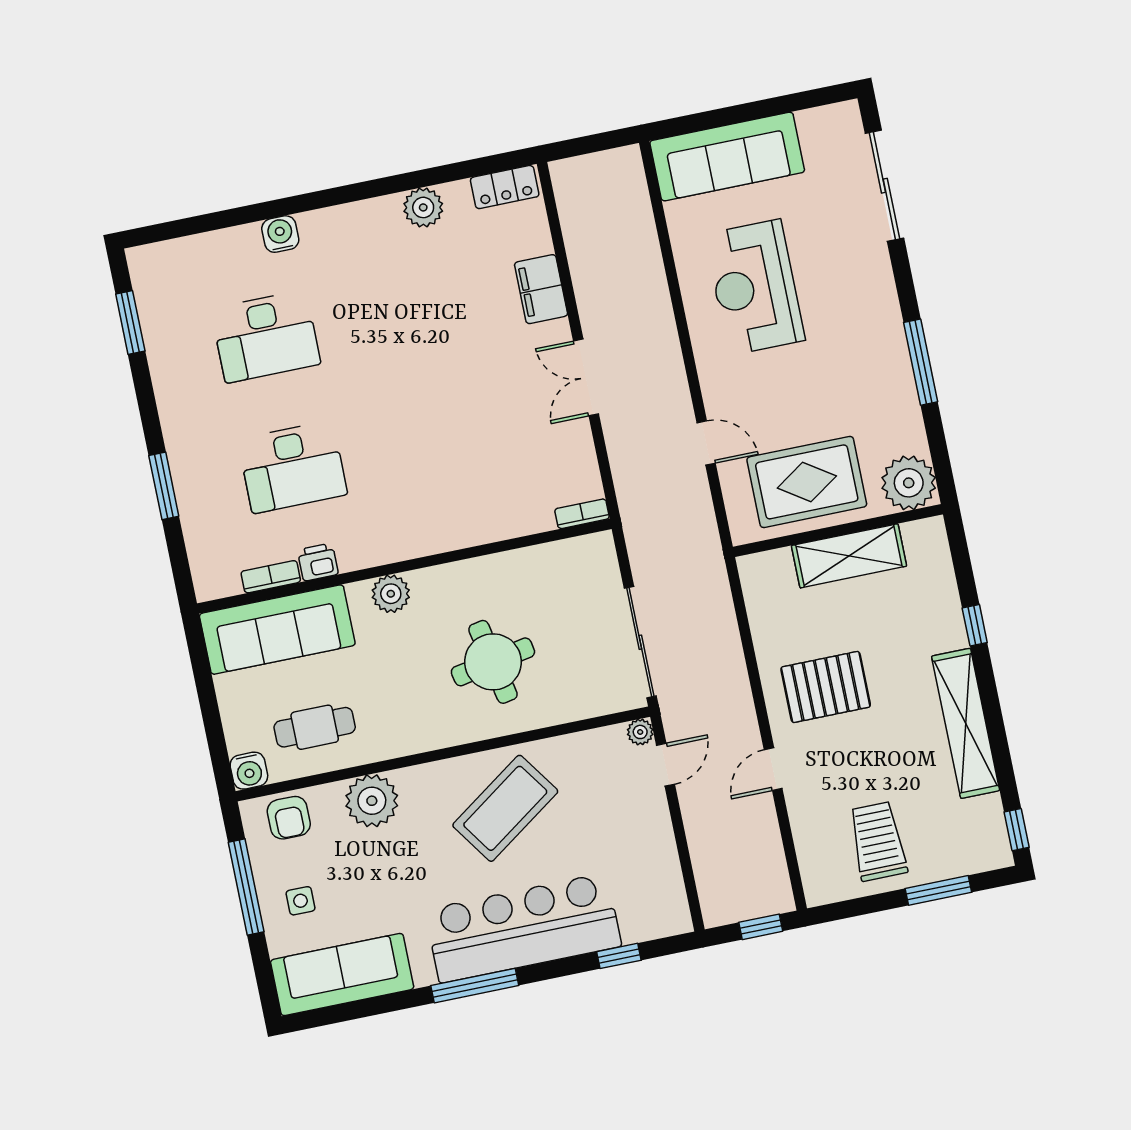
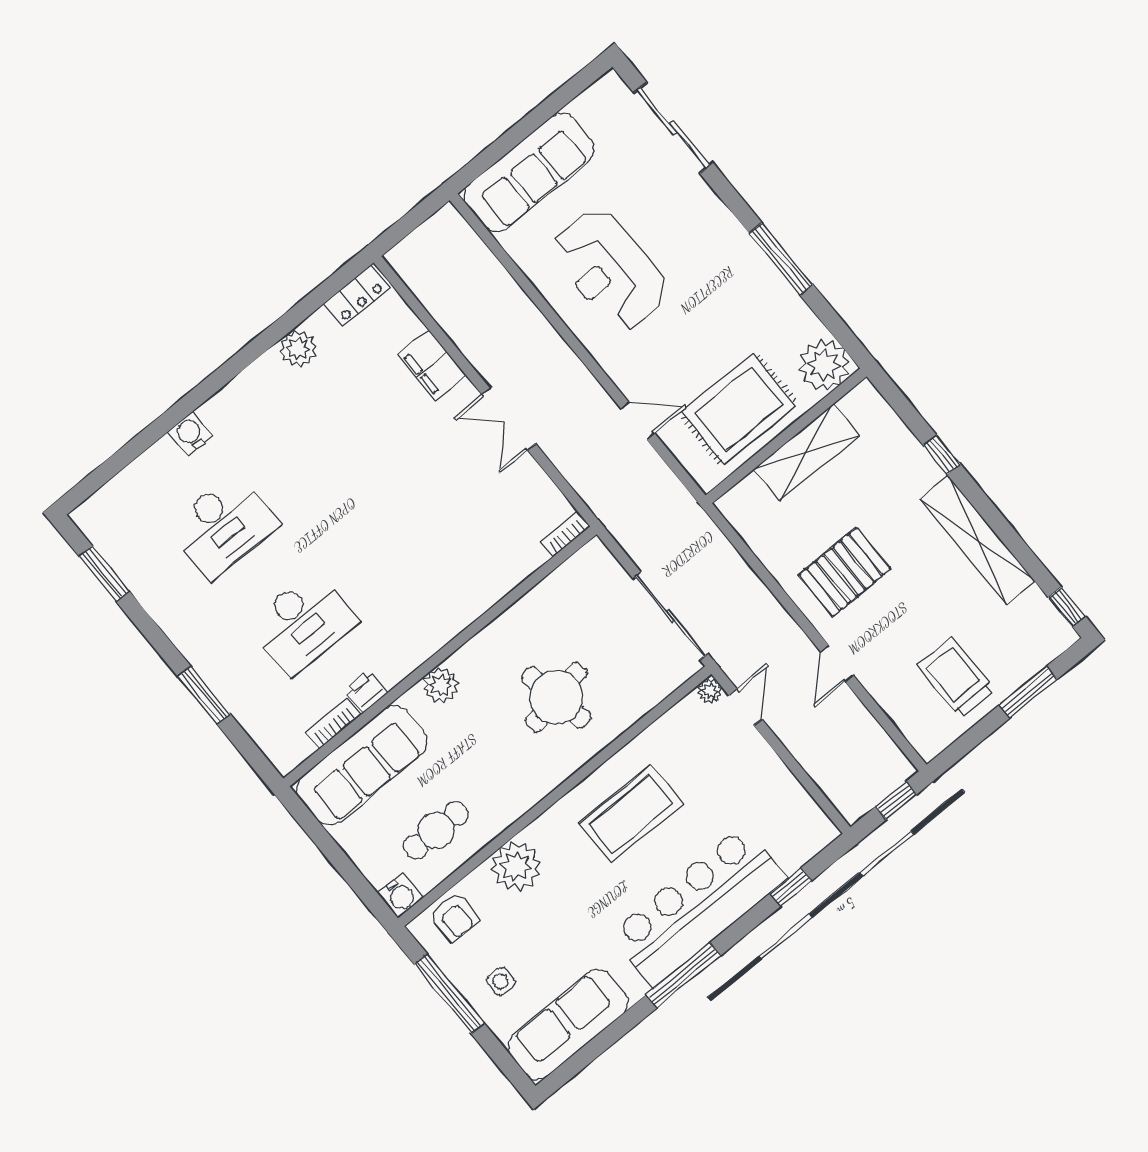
coffee table: (505, 808) -> (631, 814), turned 35

